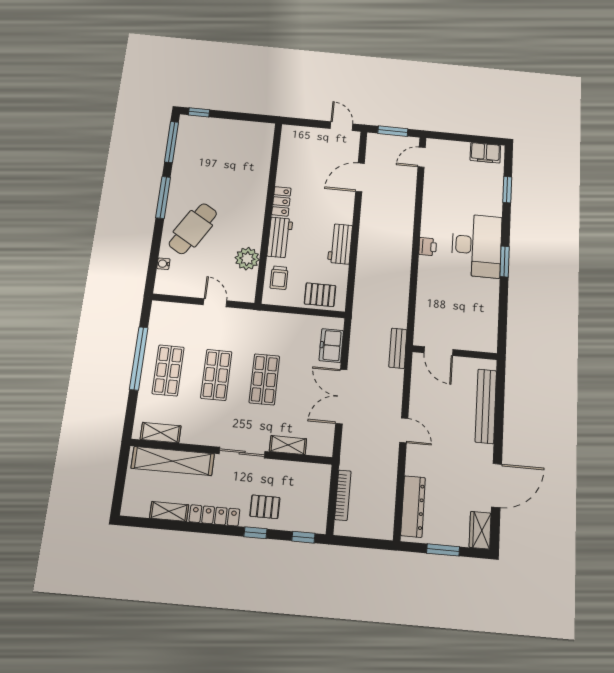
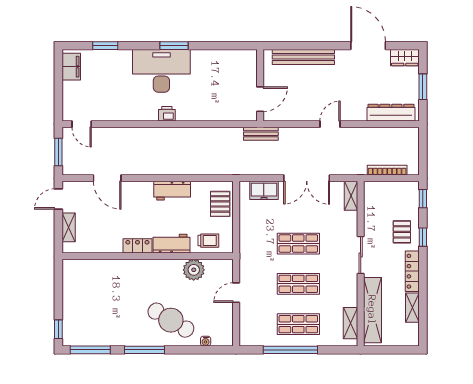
shelving: (310, 133) -> (69, 227), added
shelving: (288, 445) -> (351, 196), moved

